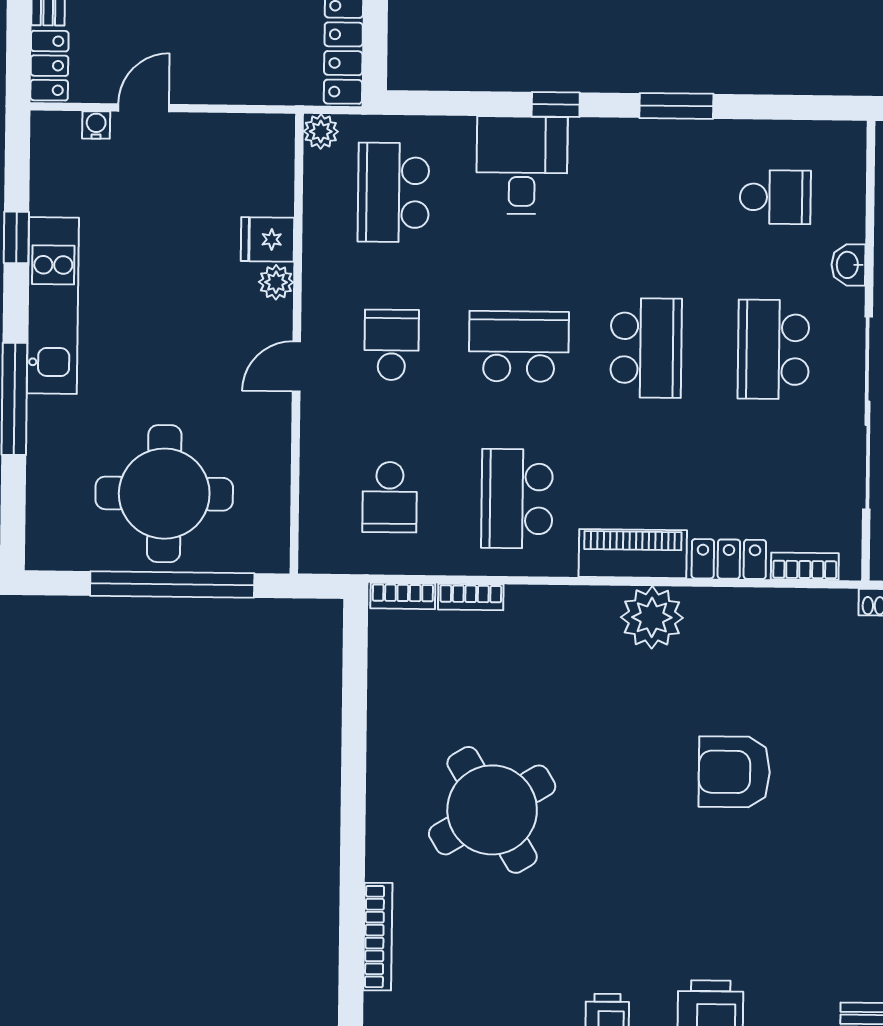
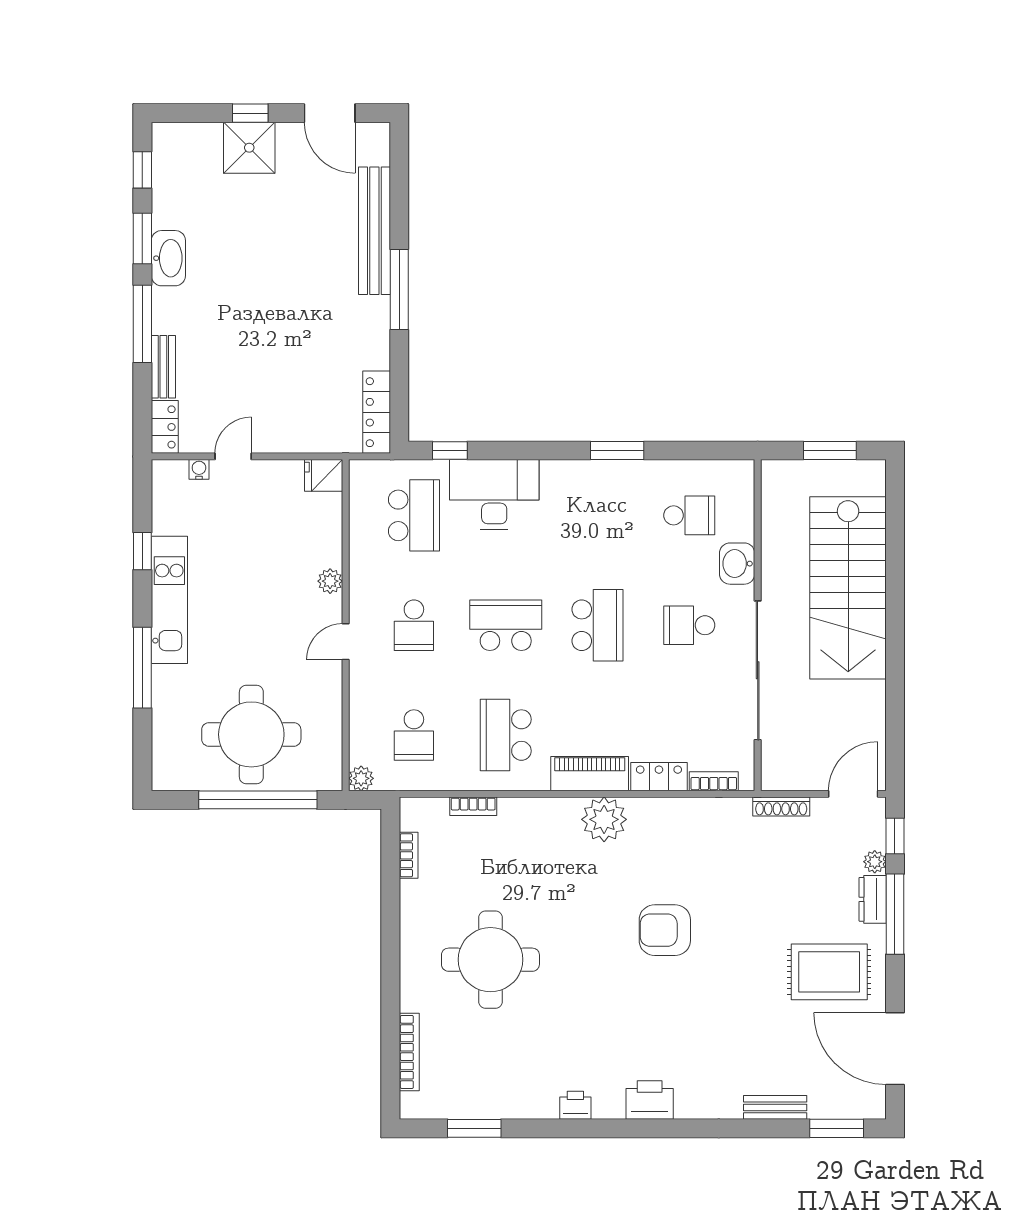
window: (556, 104) -> (450, 451), moved
plant: (321, 131) -> (361, 778), moved
desk: (522, 165) -> (494, 495), width x1.37
school desk: (393, 192) -> (414, 515), turned 180
fridge: (267, 239) -> (324, 475), moved
washbasin: (848, 265) -> (737, 564), width x1.38, depth x1.45
school desk: (392, 345) -> (414, 625), turned 180
school desk: (773, 349) -> (689, 625), width x0.54
bookcase: (403, 596) -> (409, 855), moved, turned -90
round table: (492, 810) -> (490, 960), turned 31

